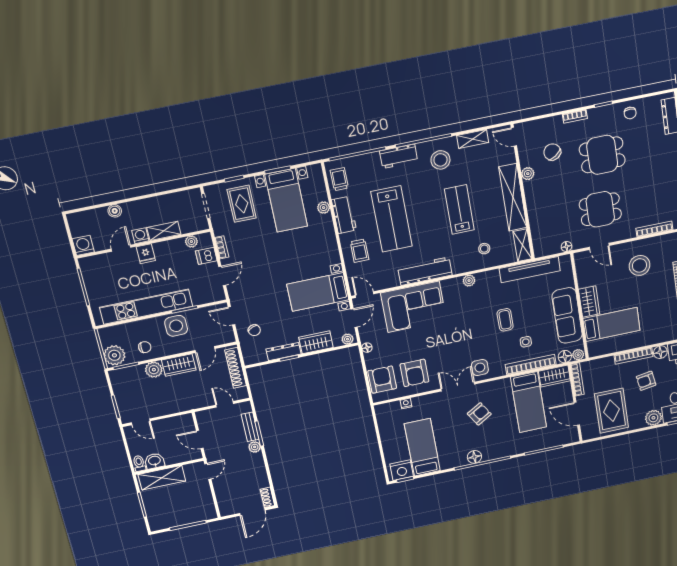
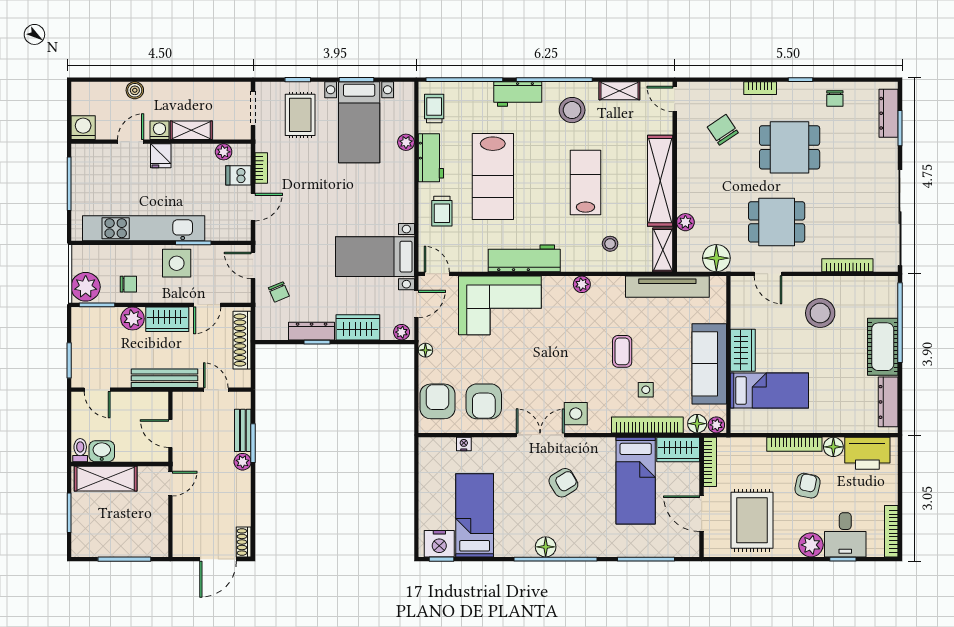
plant: (528, 174) -> (685, 222), moved
floor lamp: (566, 247) -> (716, 258), width x1.89, depth x1.89
armchair: (646, 381) -> (808, 486), turned 111
bench: (187, 404) -> (165, 378), added

